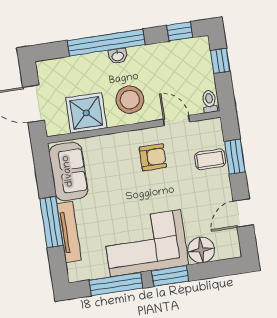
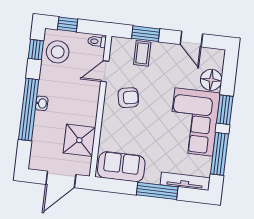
stool: (130, 100) -> (58, 52), moved
armchair: (153, 157) -> (128, 98), turned 79
tv unit: (69, 232) -> (185, 181), moved

